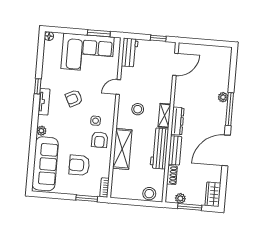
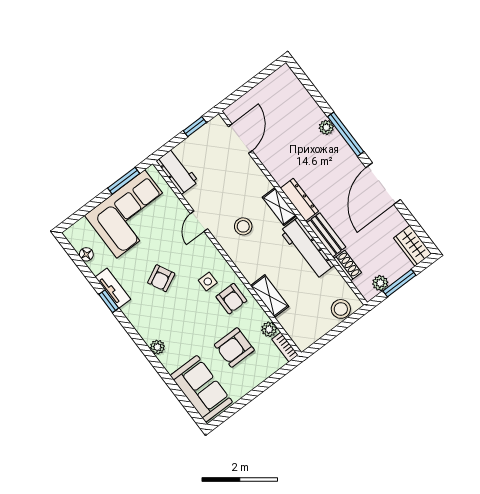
floor lamp: (49, 36) -> (86, 254), moved
tv unit: (44, 102) -> (113, 288), moved
shelving: (122, 149) -> (270, 296), width x0.67, depth x0.75
sofa: (45, 164) -> (201, 389), width x0.73
plant: (105, 172) -> (269, 329), added
window: (87, 198) -> (276, 377), removed

